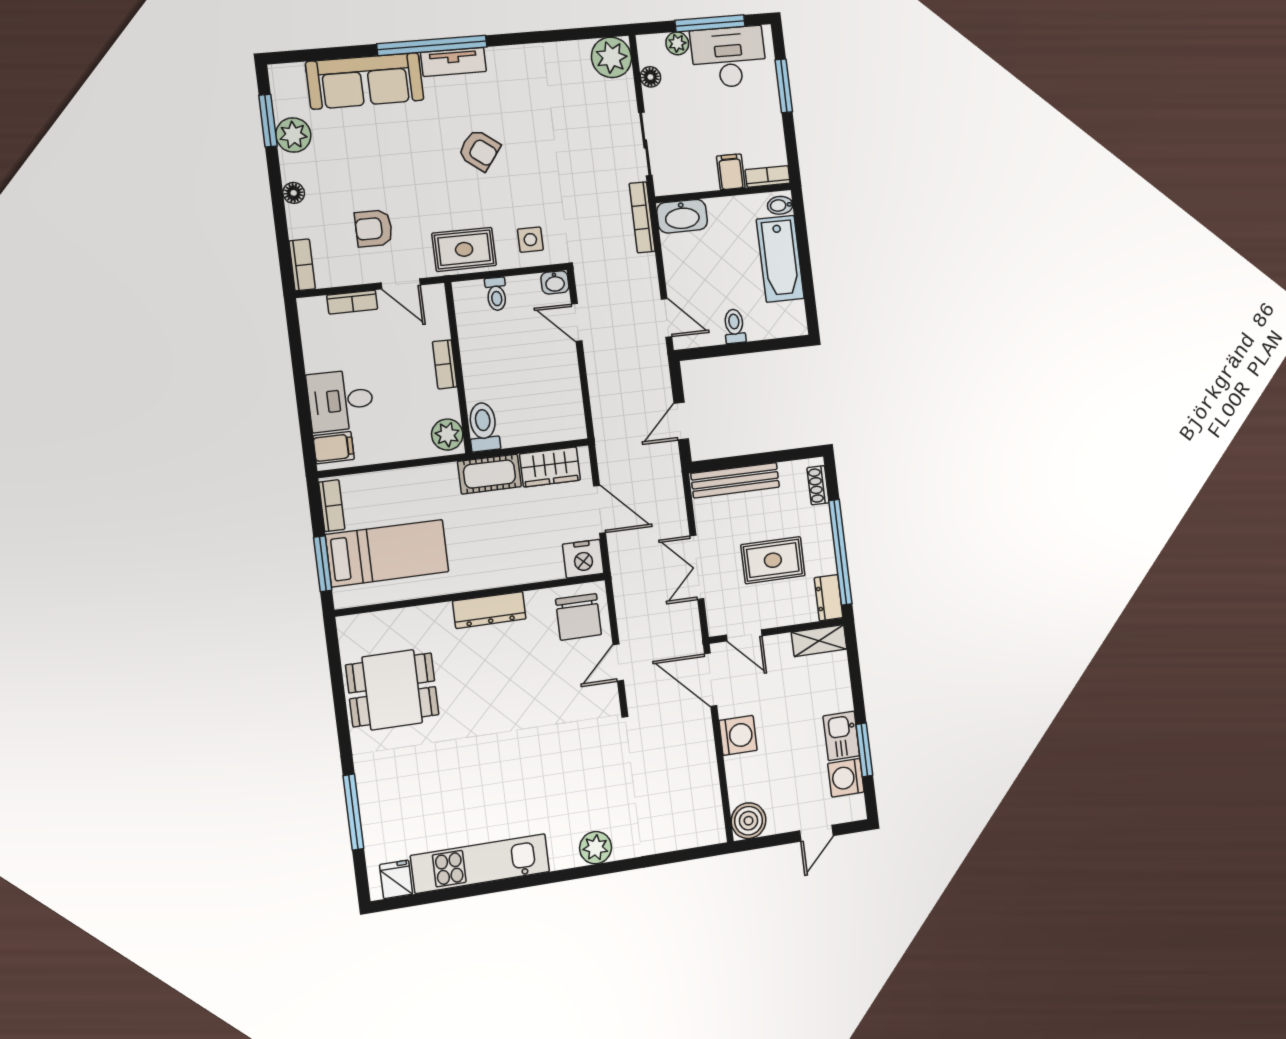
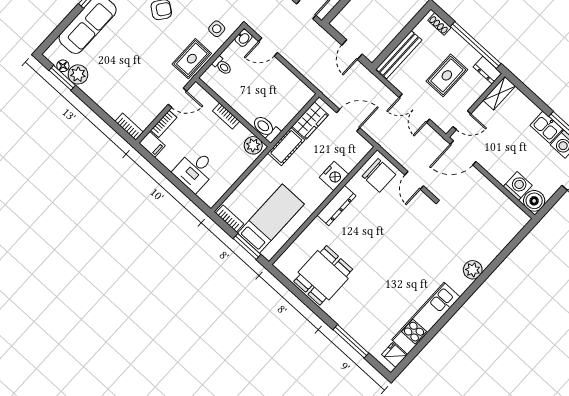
floor lamp: (294, 193) -> (63, 66), moved
armchair: (374, 228) -> (146, 84), removed
filing cabinet: (334, 448) -> (152, 144), moved, turned 90
nightstand: (583, 559) -> (334, 176), moved
washing machine: (738, 735) -> (518, 186), moved

